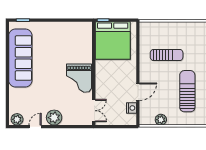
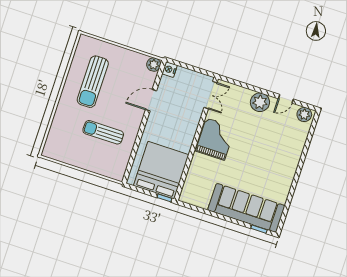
sofa: (20, 58) -> (246, 208), moved, turned 90
nightstand: (132, 108) -> (170, 70), moved
double door: (94, 111) -> (211, 95), swing flipped
plant: (161, 120) -> (154, 65), moved

